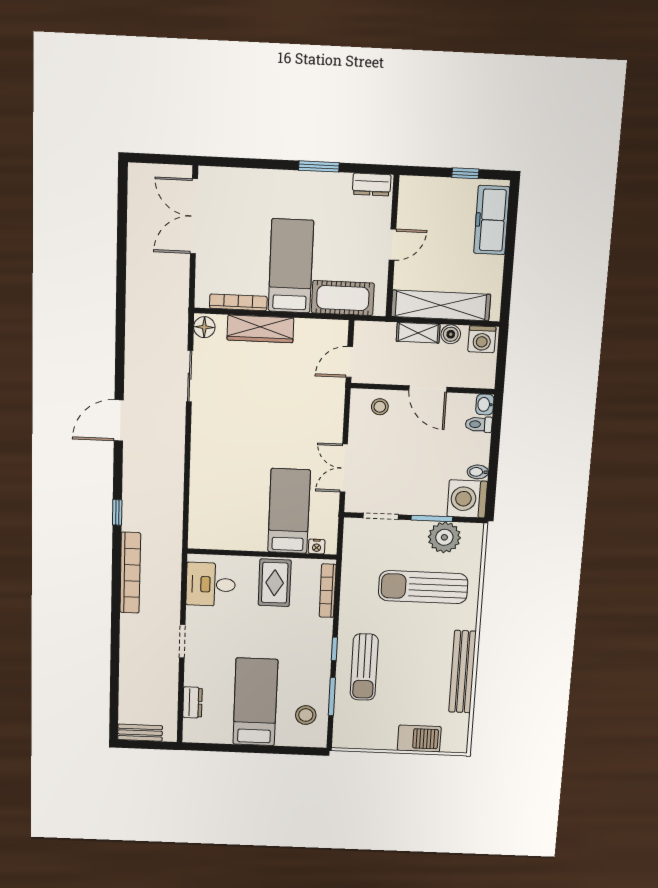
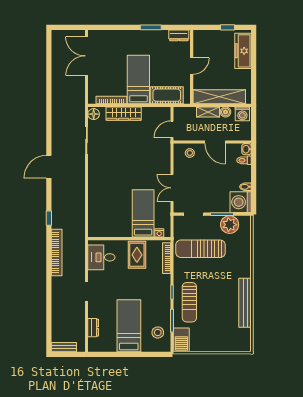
sun lounger: (423, 587) -> (201, 249), moved
barbecue: (419, 739) -> (181, 340), moved, turned 90

